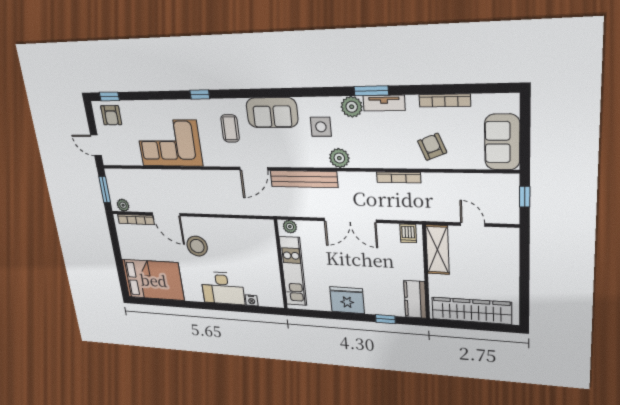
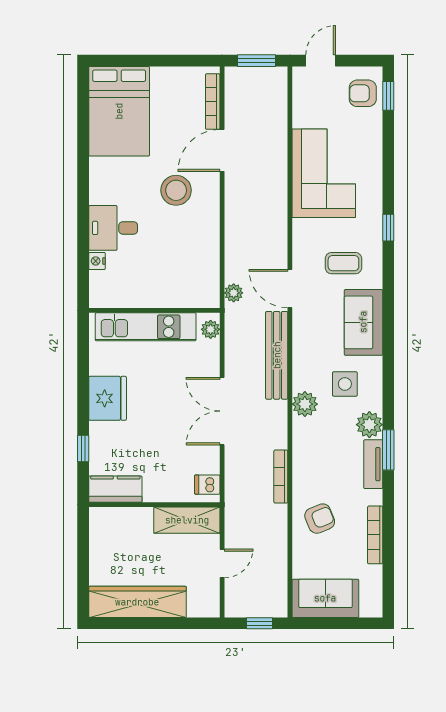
plant: (123, 205) -> (234, 293), moved
desk: (223, 288) -> (113, 228), width x0.73
wardrobe: (472, 311) -> (137, 602), moved, turned -90

